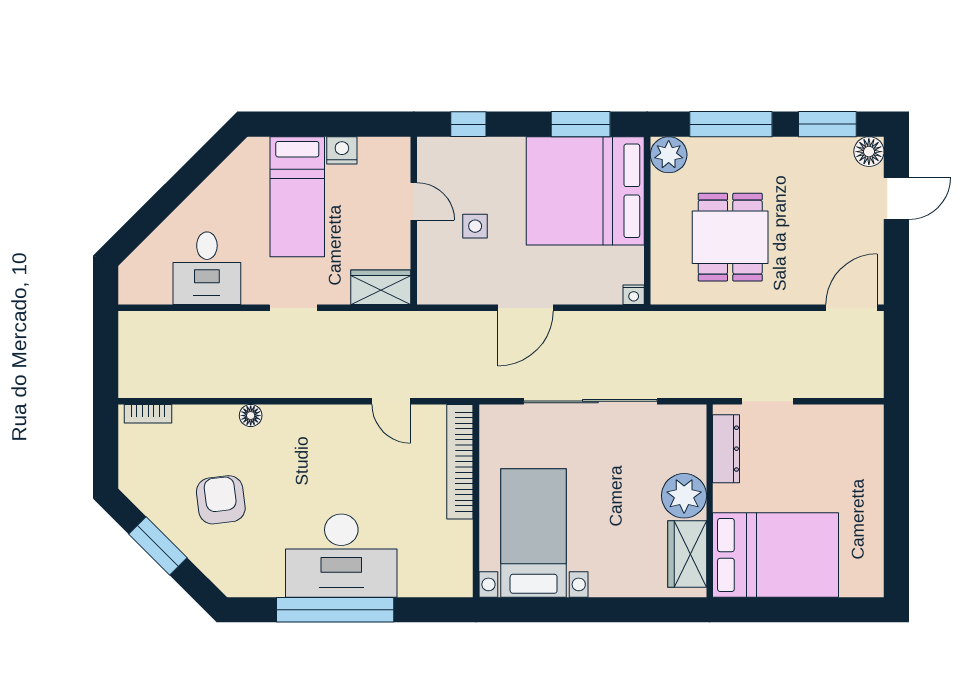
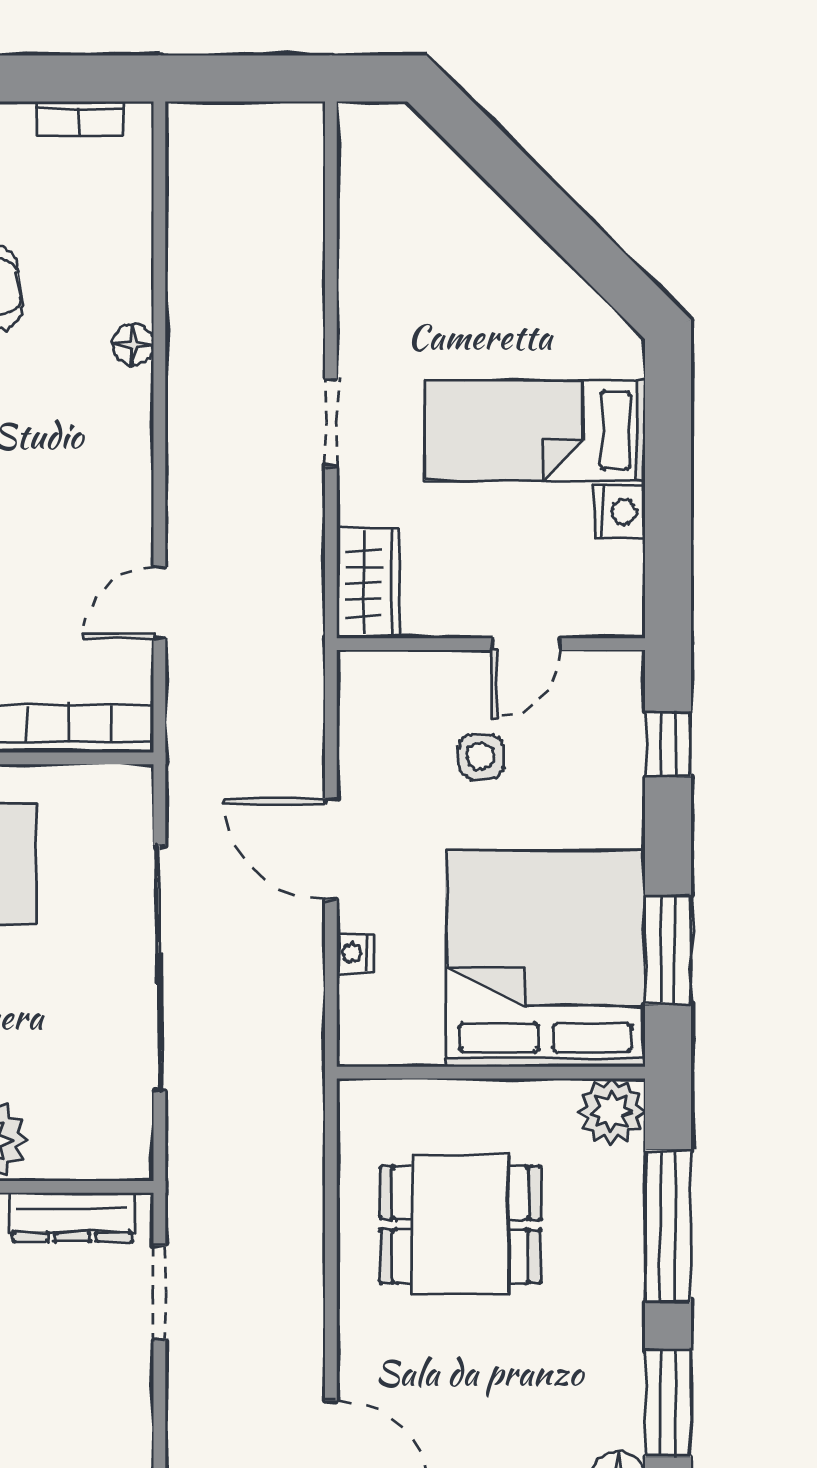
desk: (207, 268) -> (403, 264), removed
nightstand: (634, 295) -> (355, 953), moved
bookcase: (148, 414) -> (80, 119), moved, turned -90

